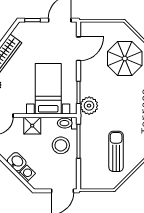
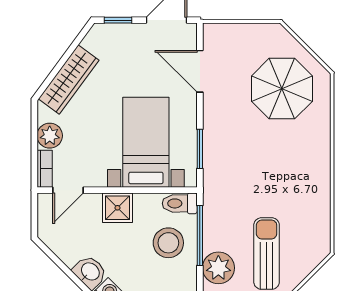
door: (79, 49) -> (200, 71), swing flipped
plant: (89, 106) -> (218, 268), moved

